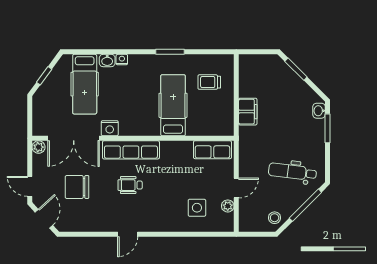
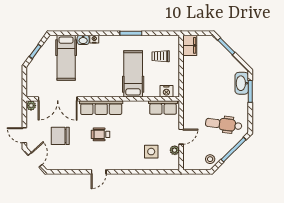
washbasin: (319, 111) -> (242, 83), width x1.91, depth x1.45
filing cabinet: (248, 112) -> (190, 45), moved
nightstand: (110, 128) -> (166, 91), moved

